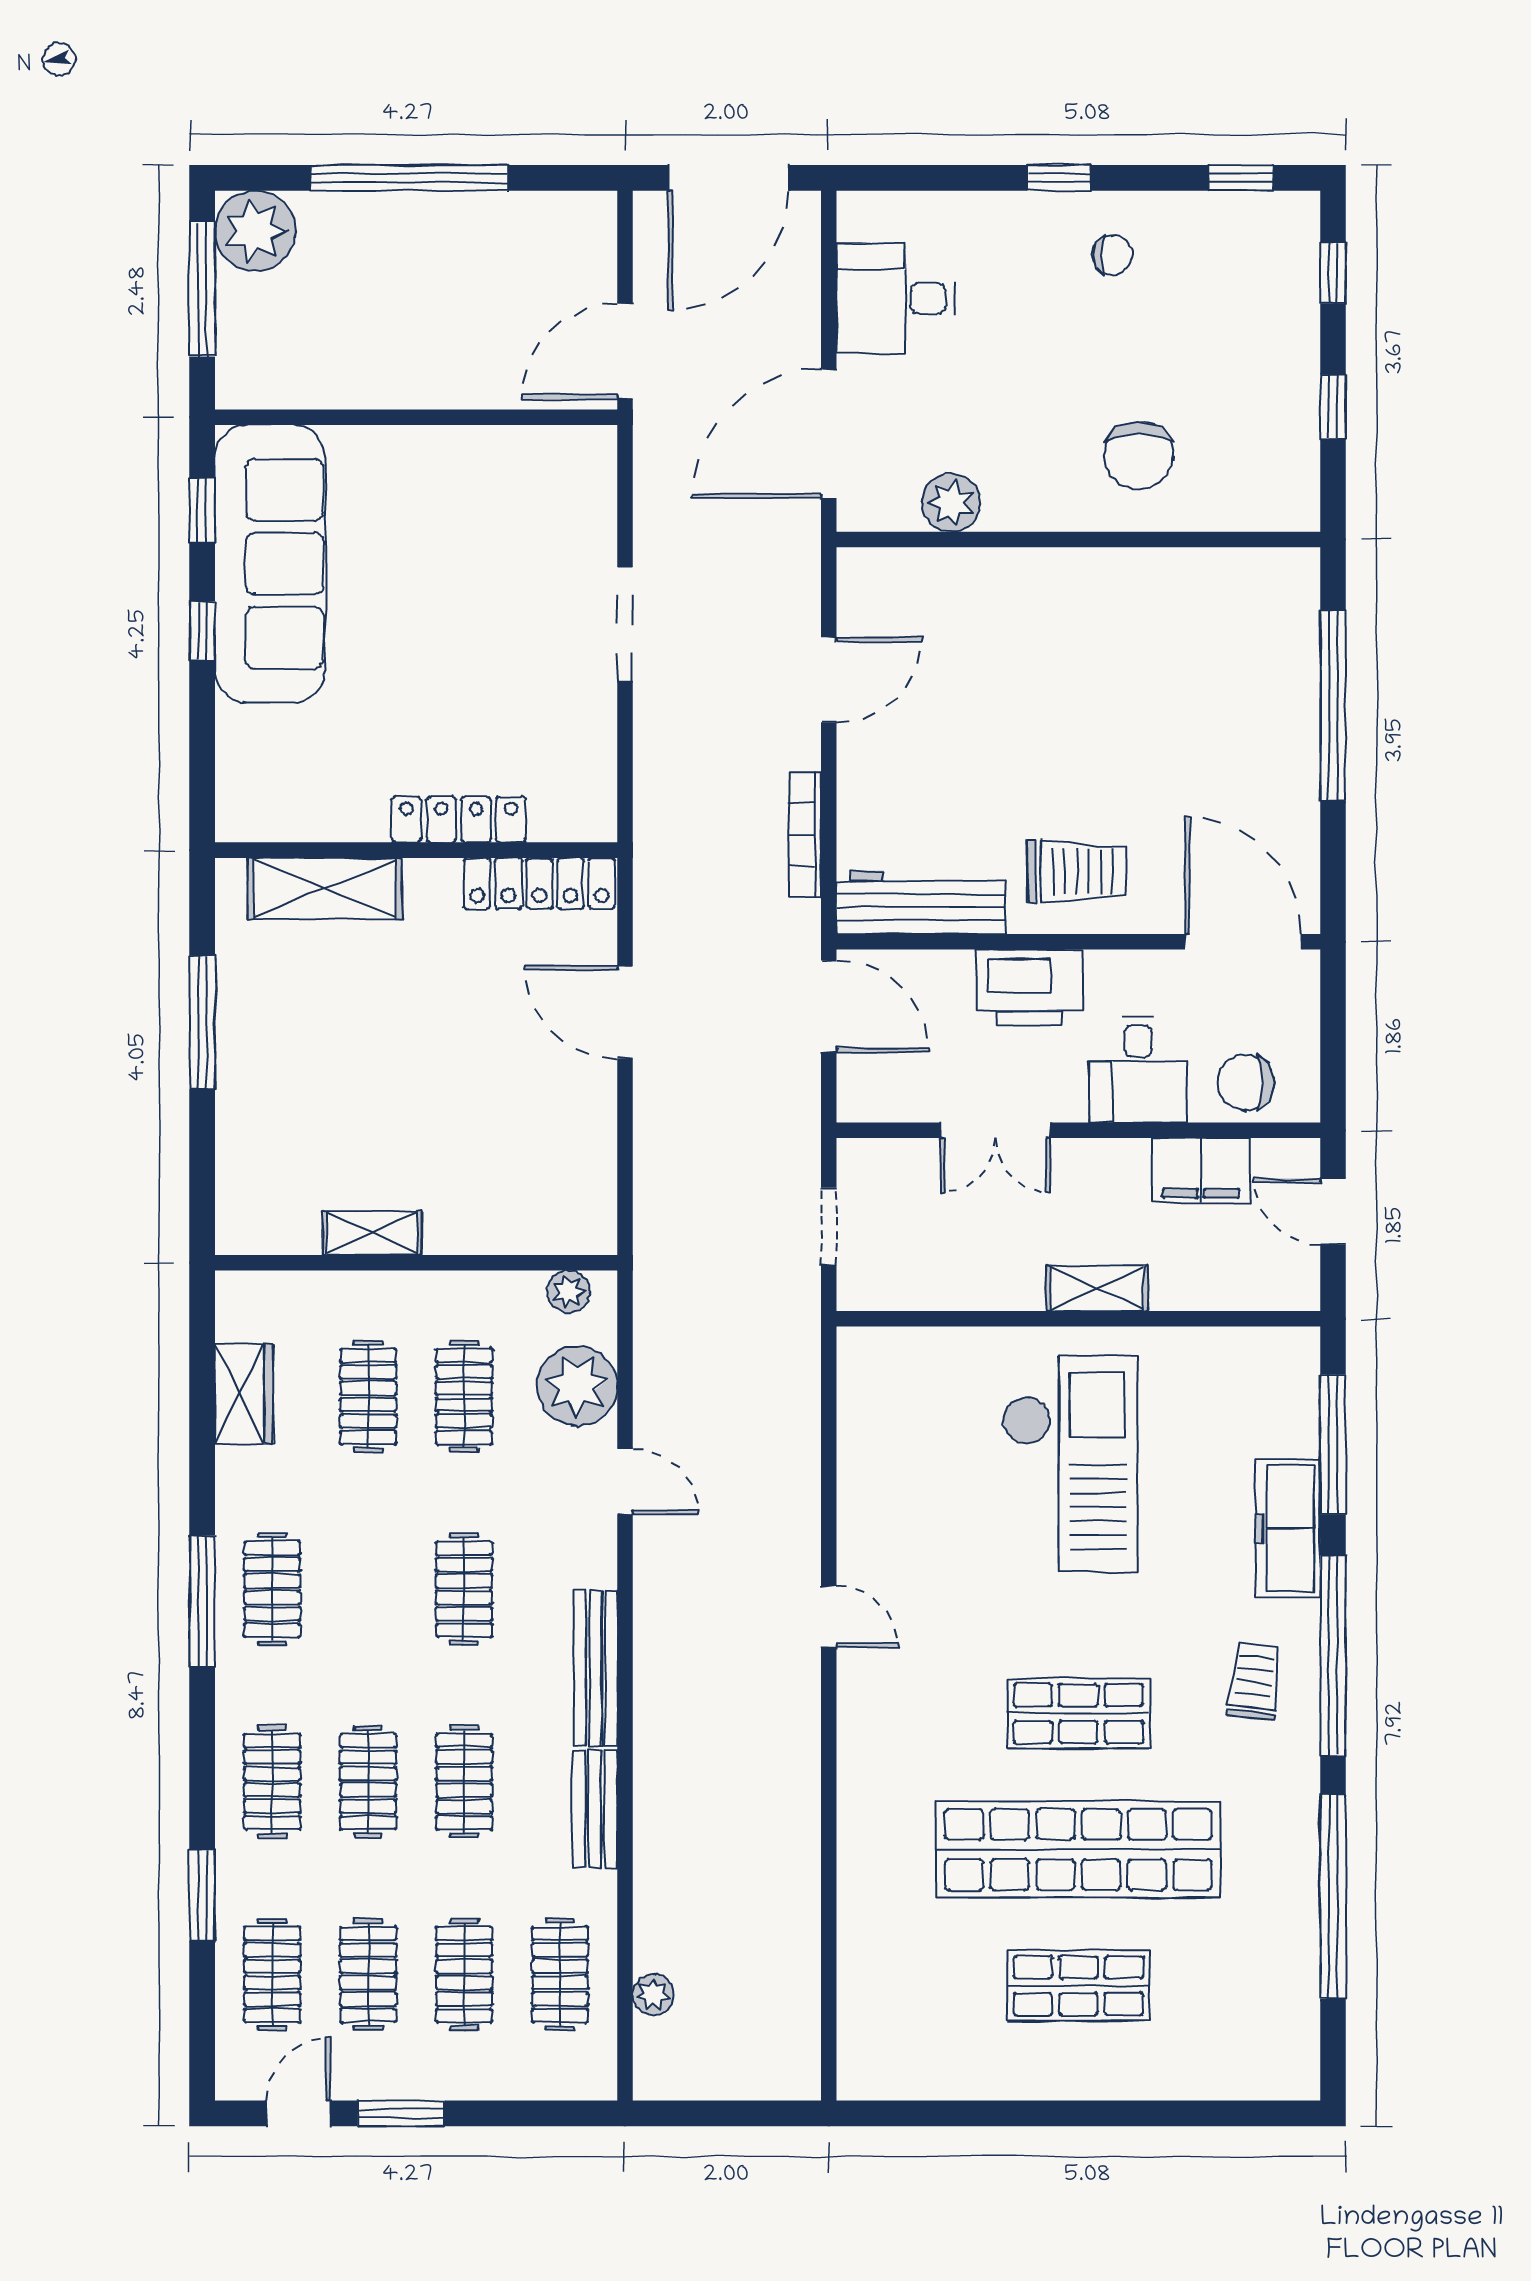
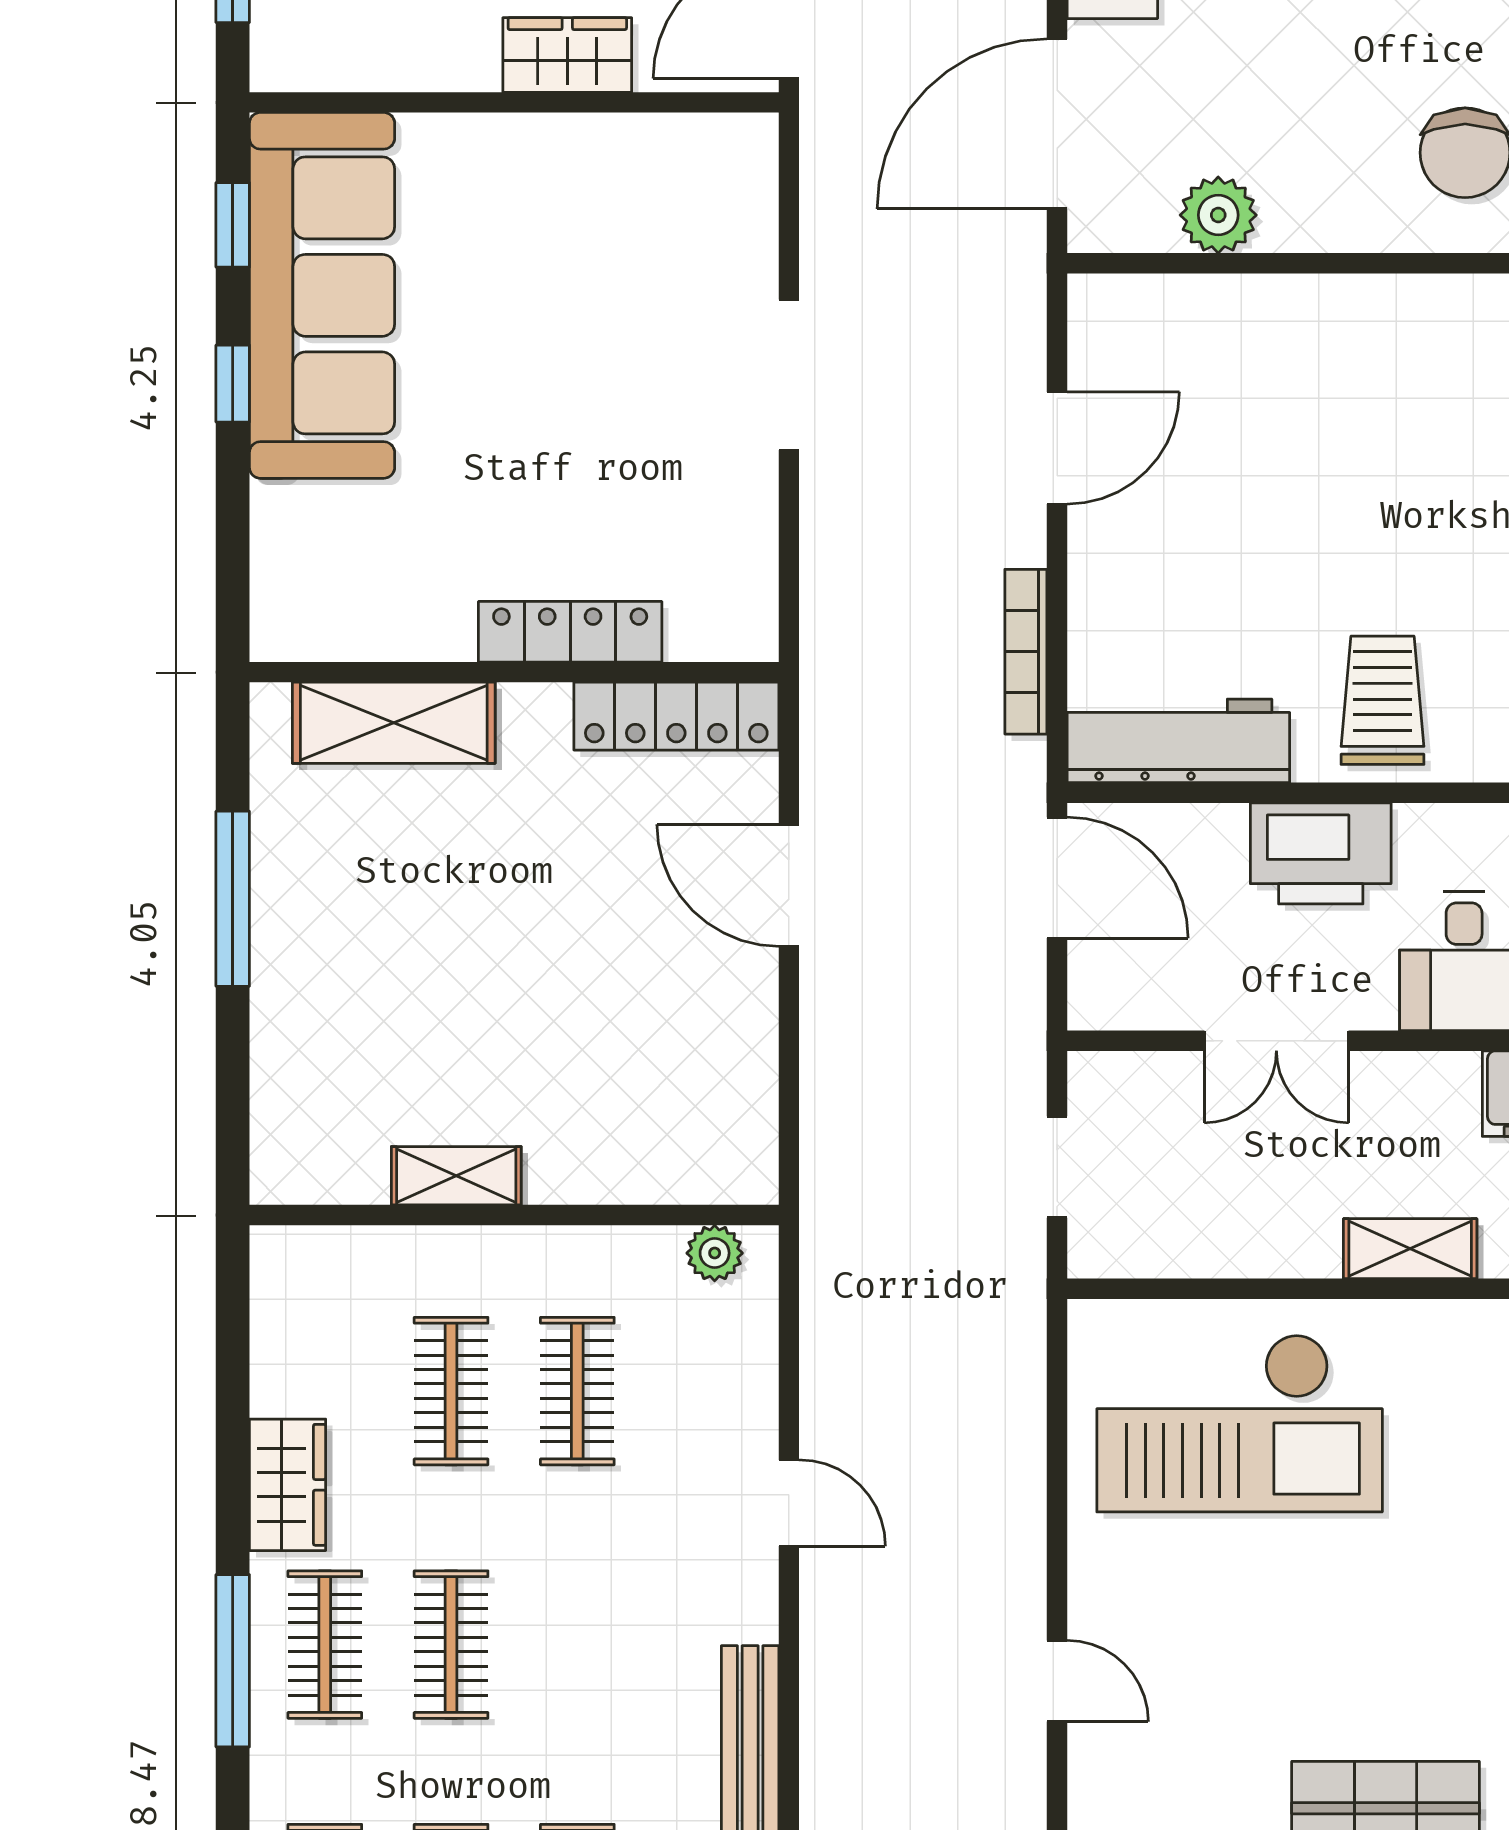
wardrobe: (457, 381) -> (567, 55), added
trolley: (1076, 872) -> (1383, 700), turned -90
plant: (577, 1386) -> (726, 1377), removed
wardrobe: (244, 1394) -> (288, 1485), moved
checkout: (1070, 1464) -> (1240, 1423), moved, turned 90
clothes rail: (464, 1589) -> (451, 1645), moved

